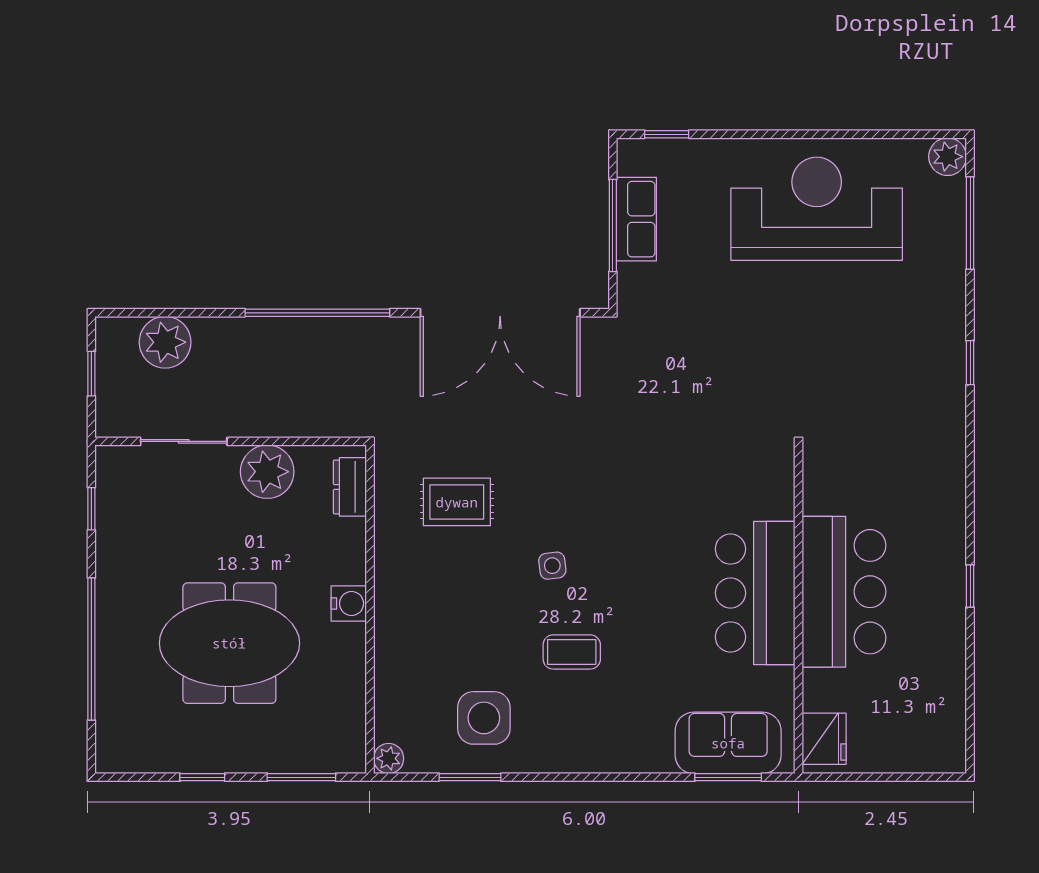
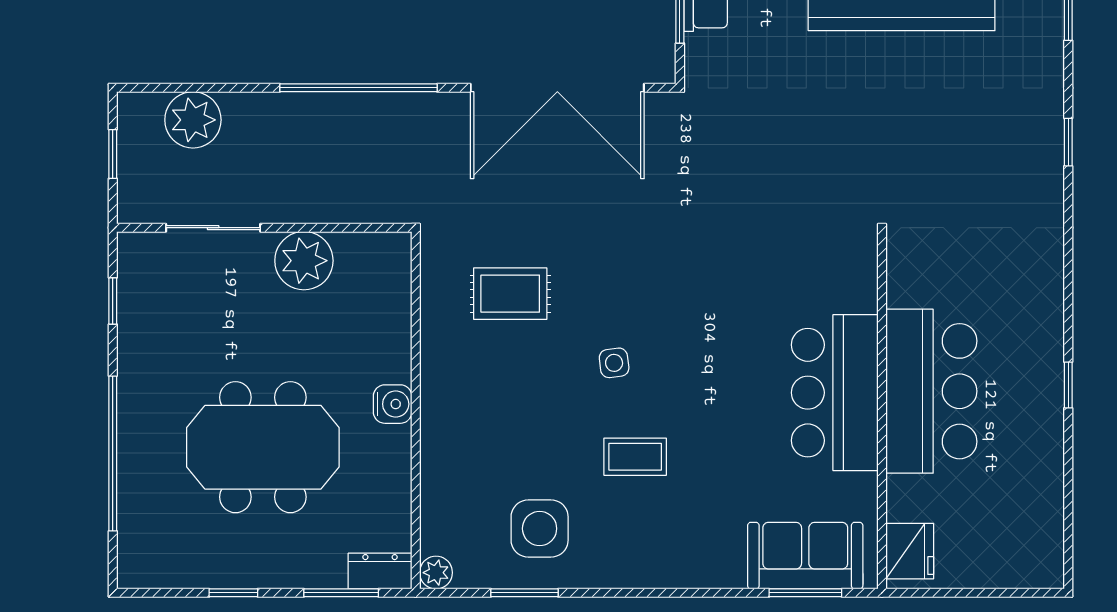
dresser: (350, 487) -> (380, 571), moved, turned 90

